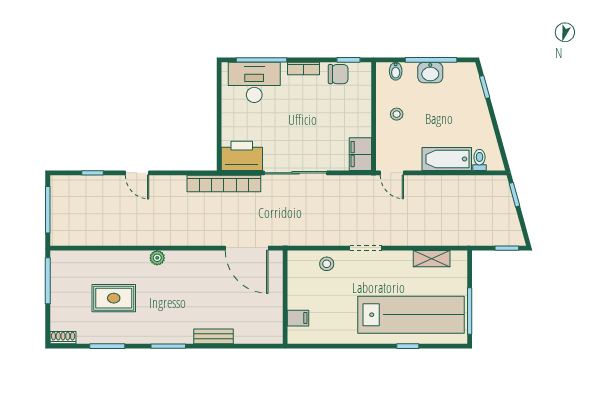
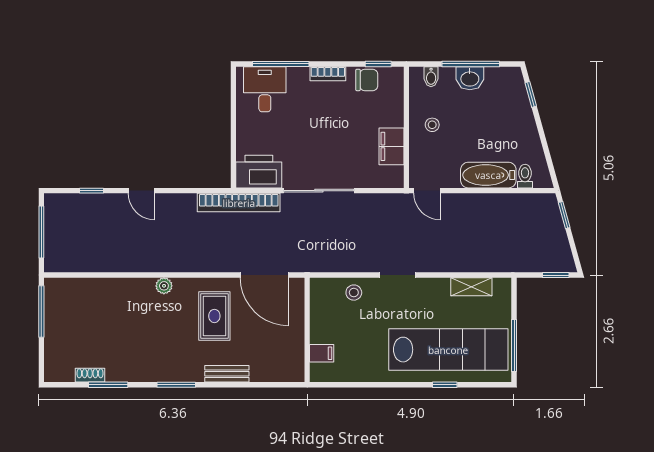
desk: (254, 82) -> (265, 89), width x0.73
filing cabinet: (360, 154) -> (392, 146), moved
rug: (114, 298) -> (214, 316), moved, turned 90
shoe rack: (63, 338) -> (90, 375), moved

